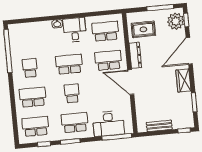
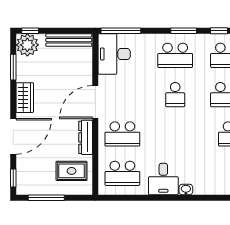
plant: (176, 21) -> (27, 45), moved
school desk: (69, 64) -> (175, 134), removed
door: (131, 82) -> (95, 102), swing flipped
desk: (108, 124) -> (114, 54), moved, turned -90
bench: (159, 126) -> (69, 40), width x1.36

